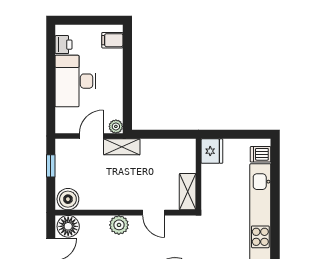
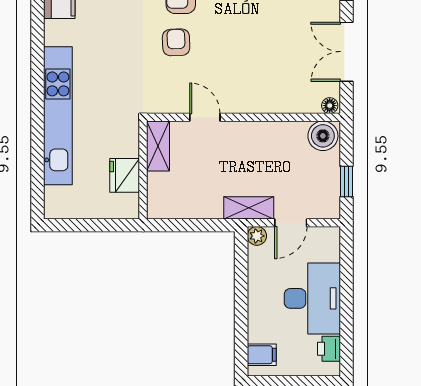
fridge: (212, 151) -> (125, 175), moved
dishwasher: (261, 154) -> (58, 198), removed
plant: (119, 225) -> (253, 100), removed
floor lamp: (68, 226) -> (330, 106), width x0.53, depth x0.53

